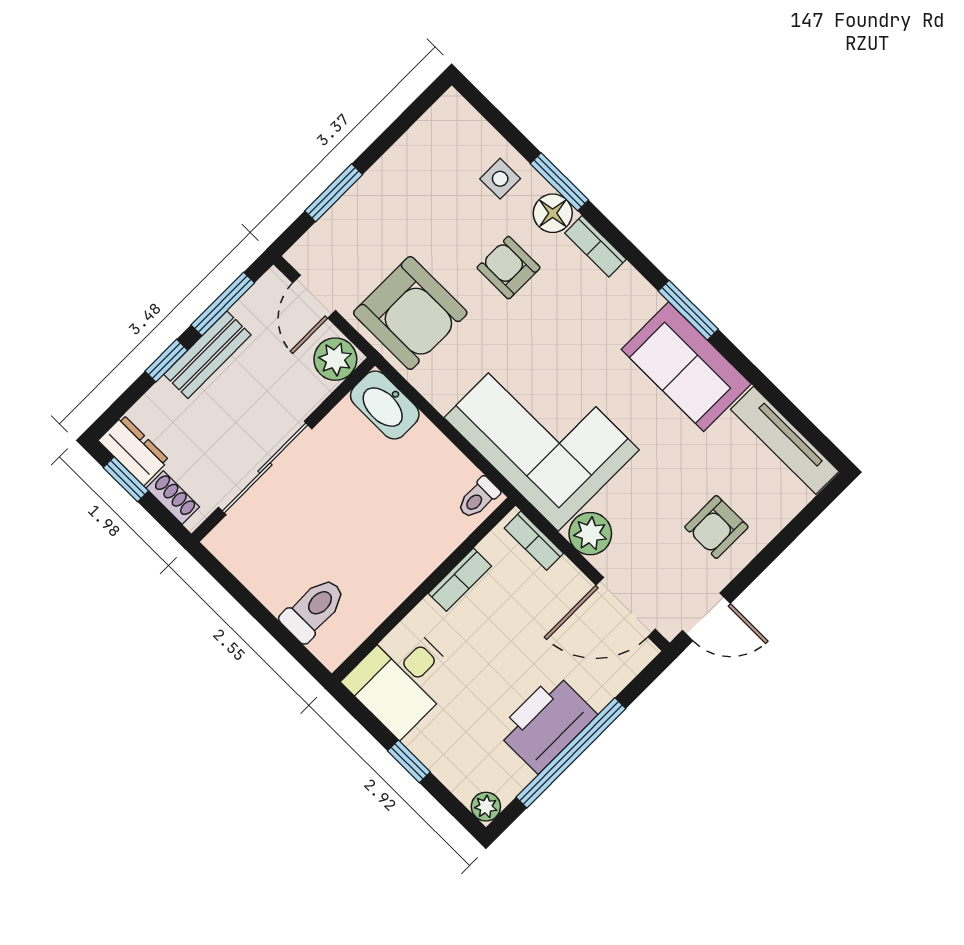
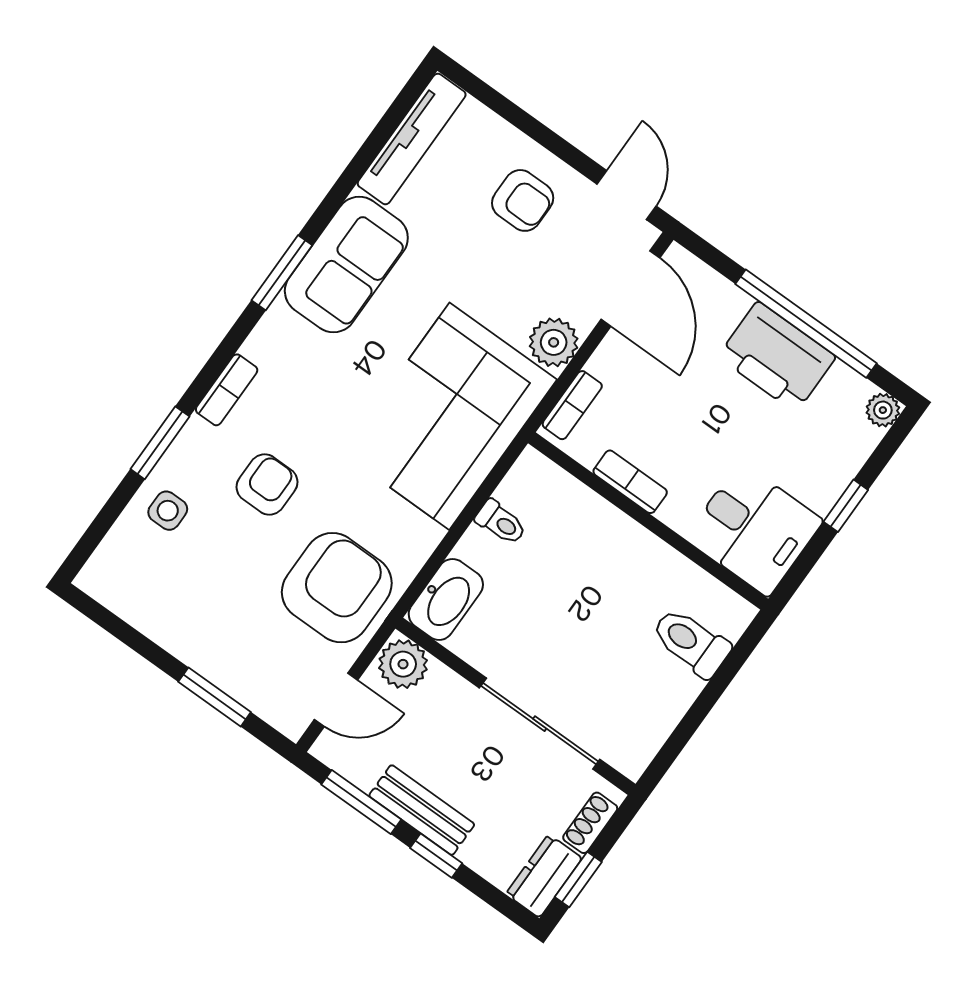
floor lamp: (553, 213) -> (197, 445), removed
armchair: (509, 268) -> (267, 485), turned 180
toilet: (478, 498) -> (501, 522), moved

